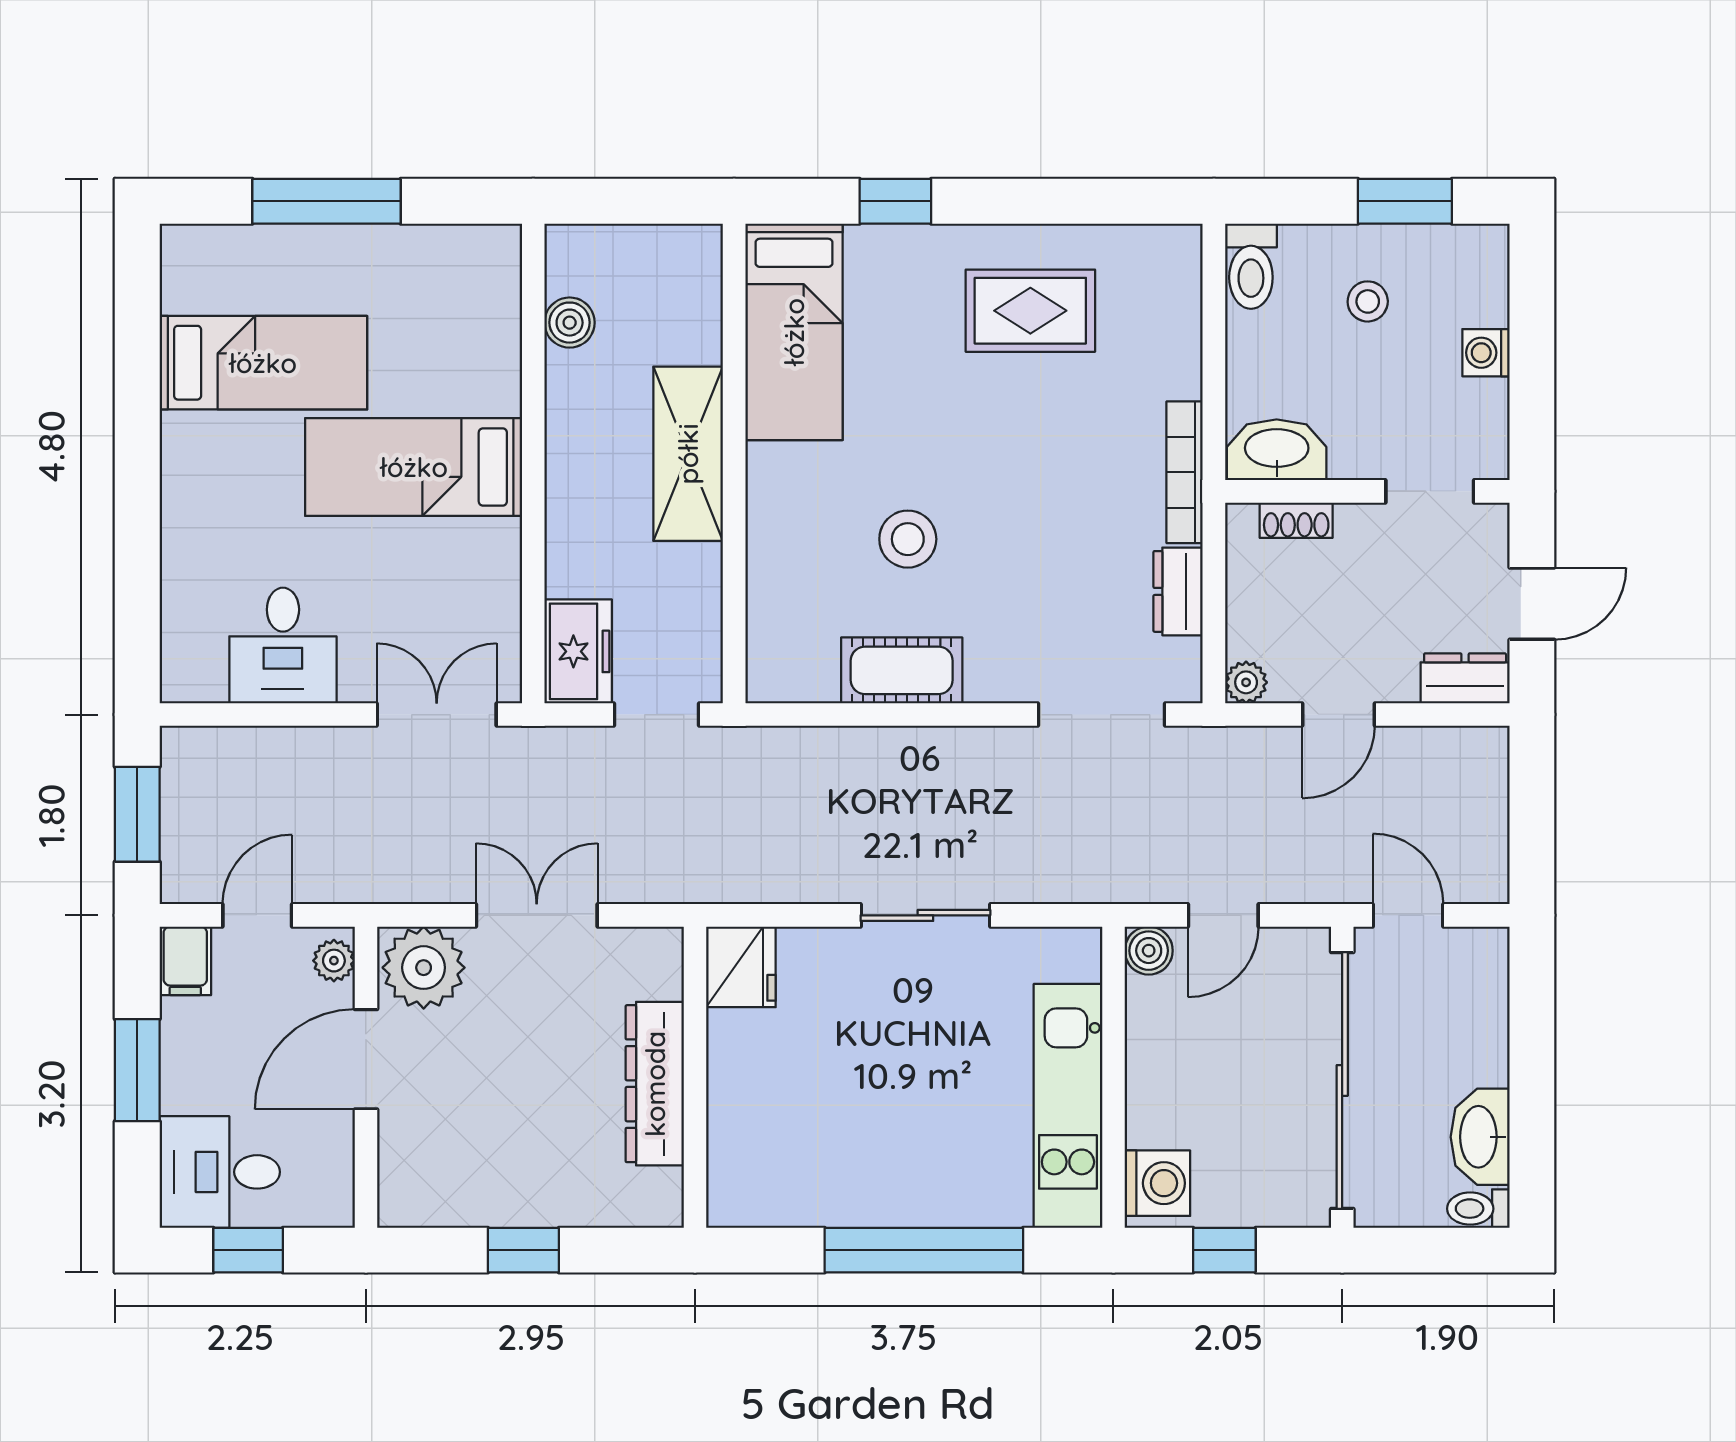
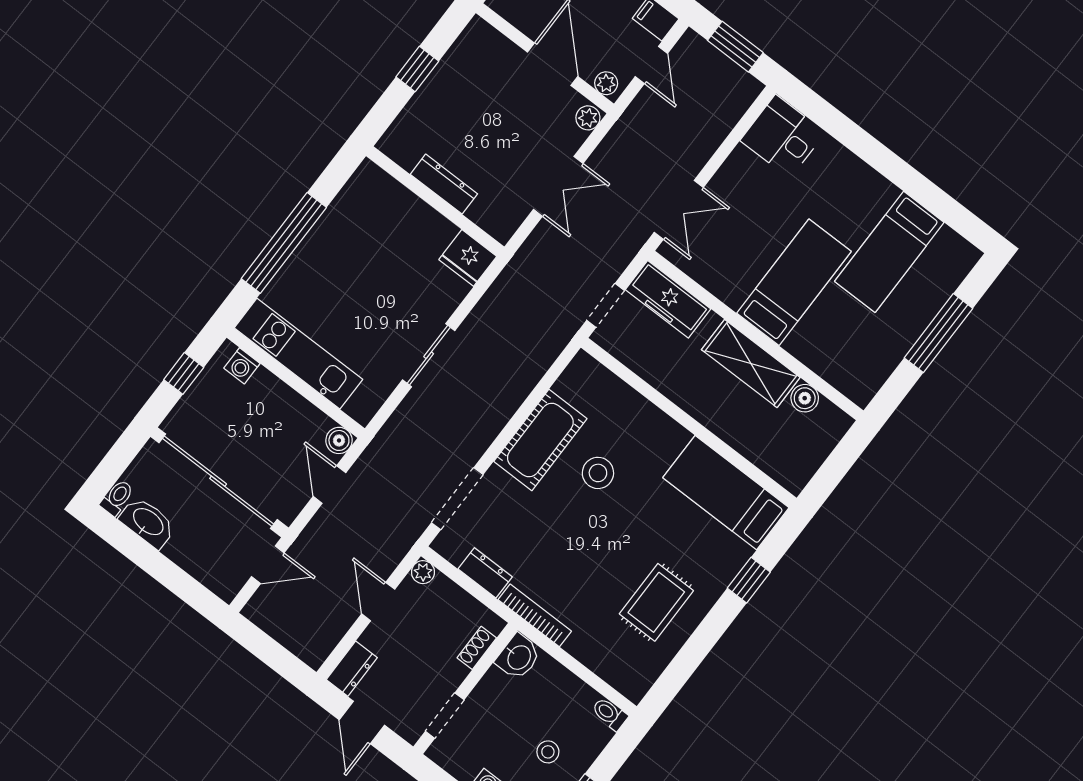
toilet: (1251, 266) -> (610, 714), width x0.73, depth x0.72
washbasin: (1277, 450) -> (518, 657), width x0.72
shelving: (688, 454) -> (751, 364), moved
desk: (283, 646) -> (783, 137), moved
freezer: (578, 651) -> (668, 299), width x1.40
cot: (902, 670) -> (540, 440), width x1.37, depth x1.34
plant: (424, 968) -> (588, 118), width x0.53, depth x0.53
dresser: (655, 1084) -> (444, 184), width x0.73, depth x0.80
washing machine: (1157, 1183) -> (242, 366), width x0.73, depth x0.73

